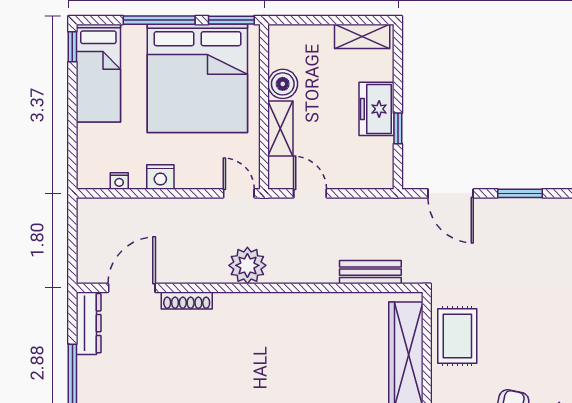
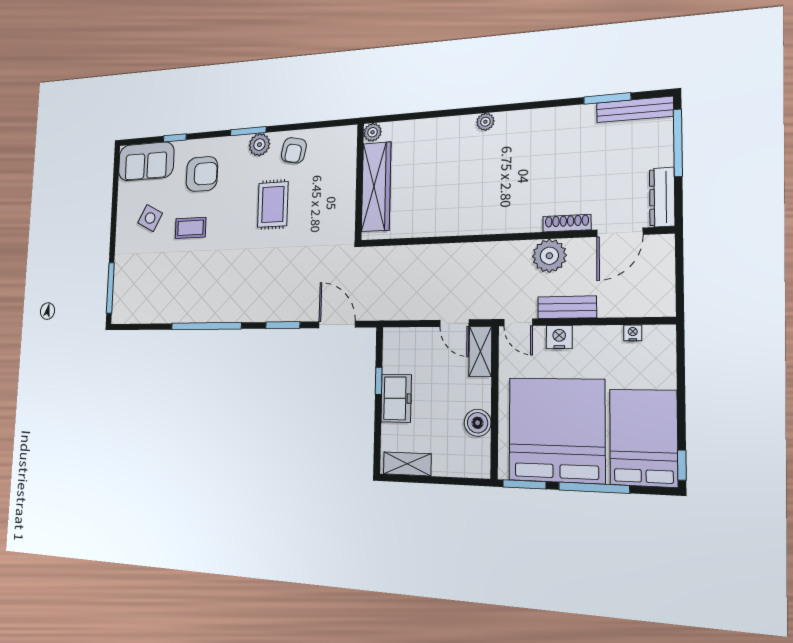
bed: (98, 73) -> (643, 438), width x1.50
shelving: (280, 128) -> (480, 351), moved
nightstand: (160, 177) -> (559, 337), moved
plant: (247, 265) -> (549, 256), moved
bench: (370, 272) -> (567, 307), moved
rug: (457, 336) -> (273, 204), moved

